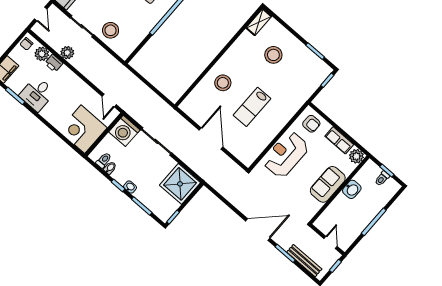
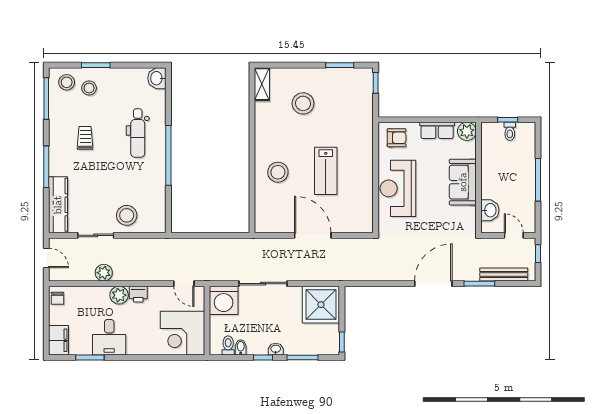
plant: (42, 54) -> (119, 295), moved
printer: (54, 63) -> (138, 294), moved
washbasin: (352, 189) -> (490, 210), moved

